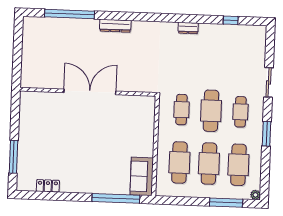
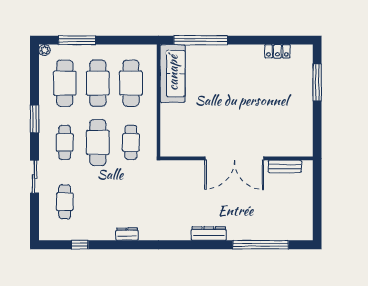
cafe table: (242, 59) -> (65, 202), added
bench: (45, 83) -> (285, 166), added
sofa: (142, 176) -> (173, 73), width x1.36

